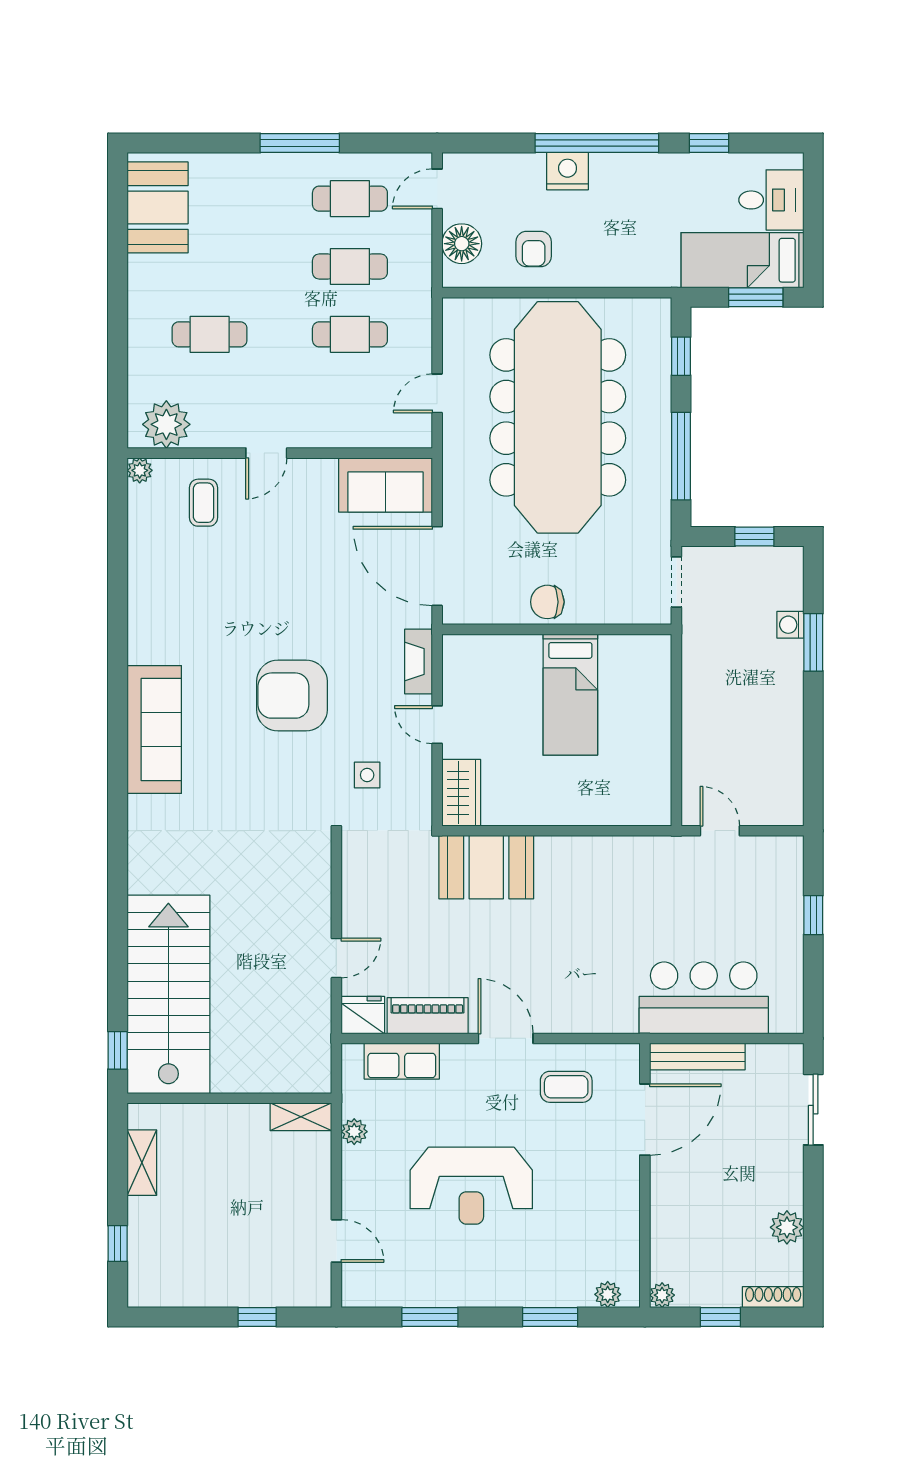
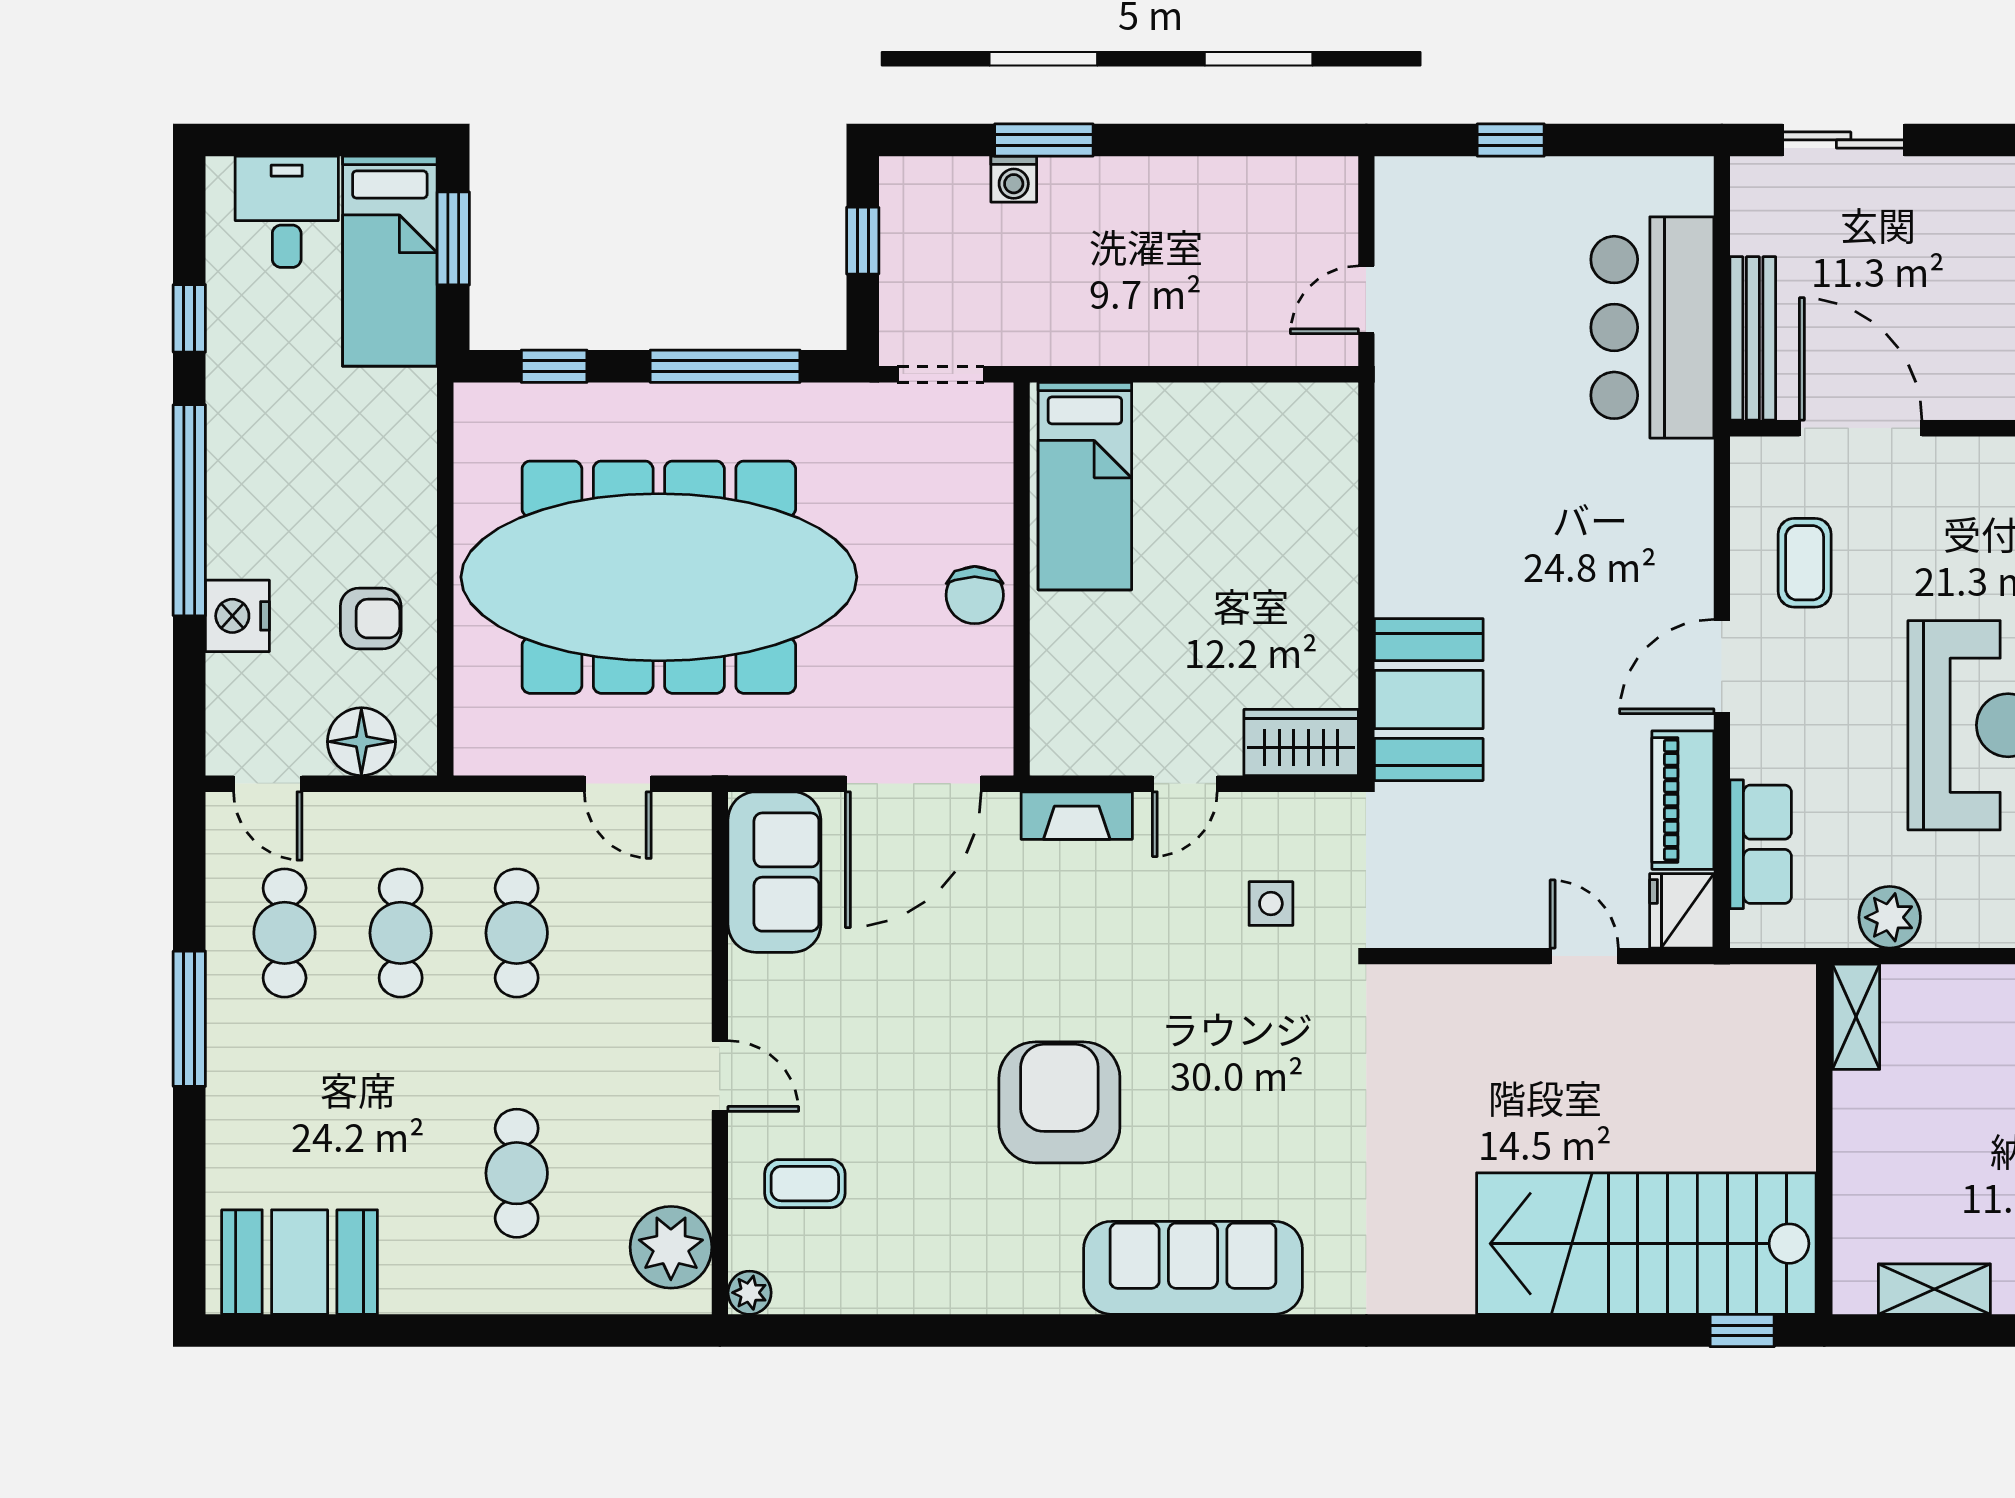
nightstand: (568, 171) -> (237, 616), moved
bed: (570, 695) -> (1085, 486), moved, turned 90
armchair: (292, 696) -> (1059, 1102), moved, turned 180
plant: (354, 1132) -> (1890, 917), width x1.38, depth x1.38

